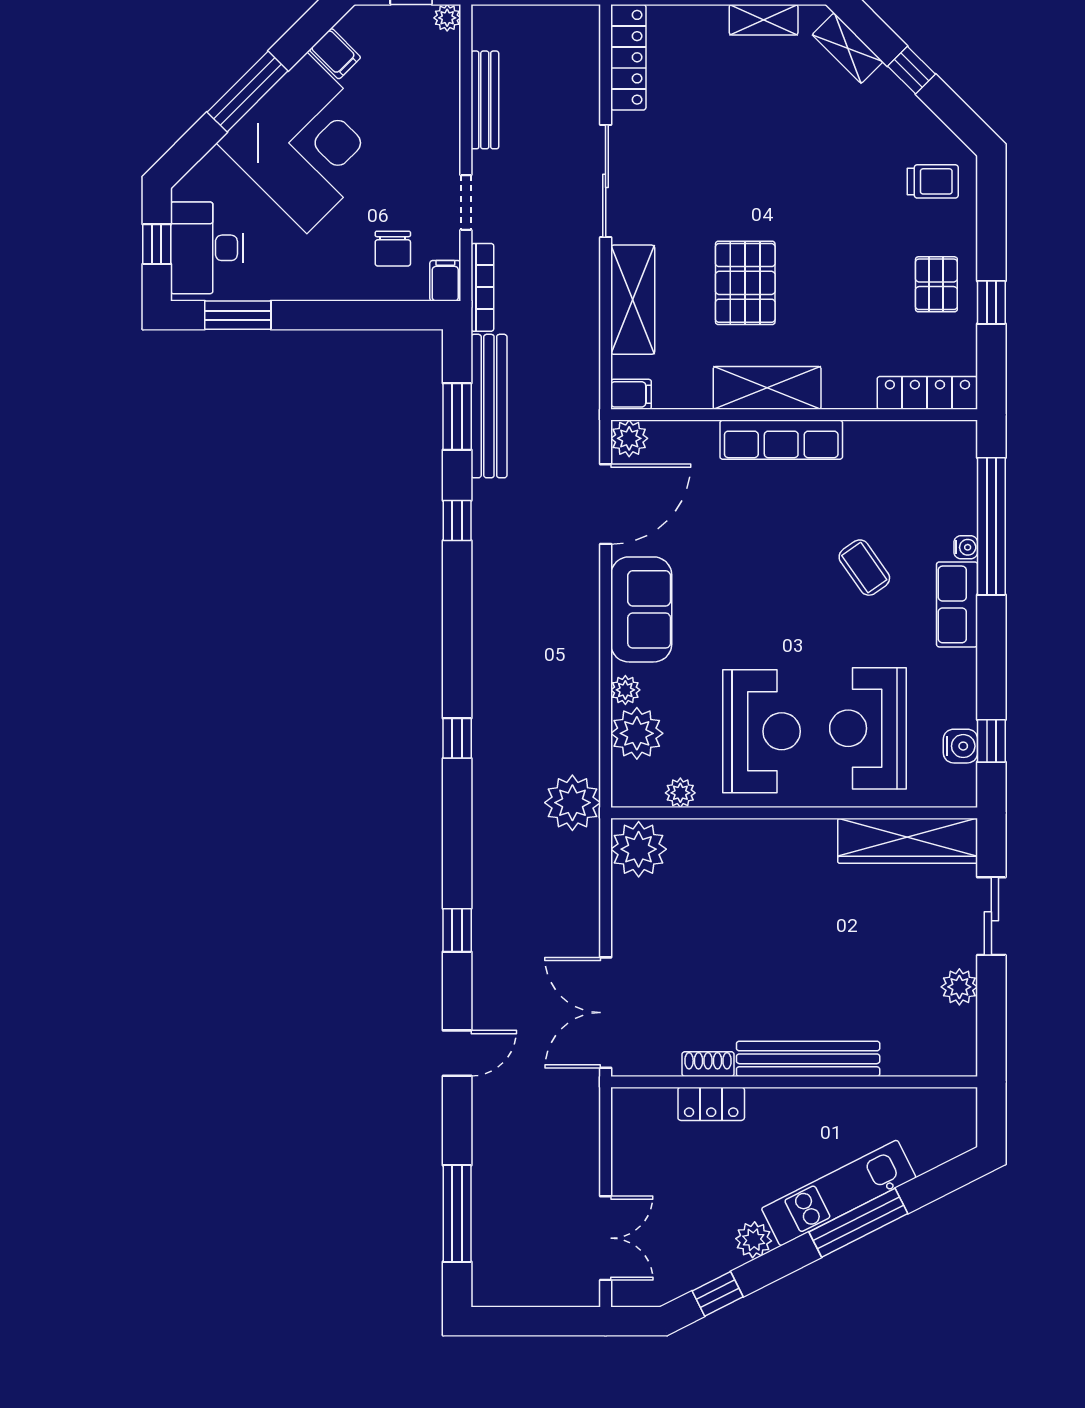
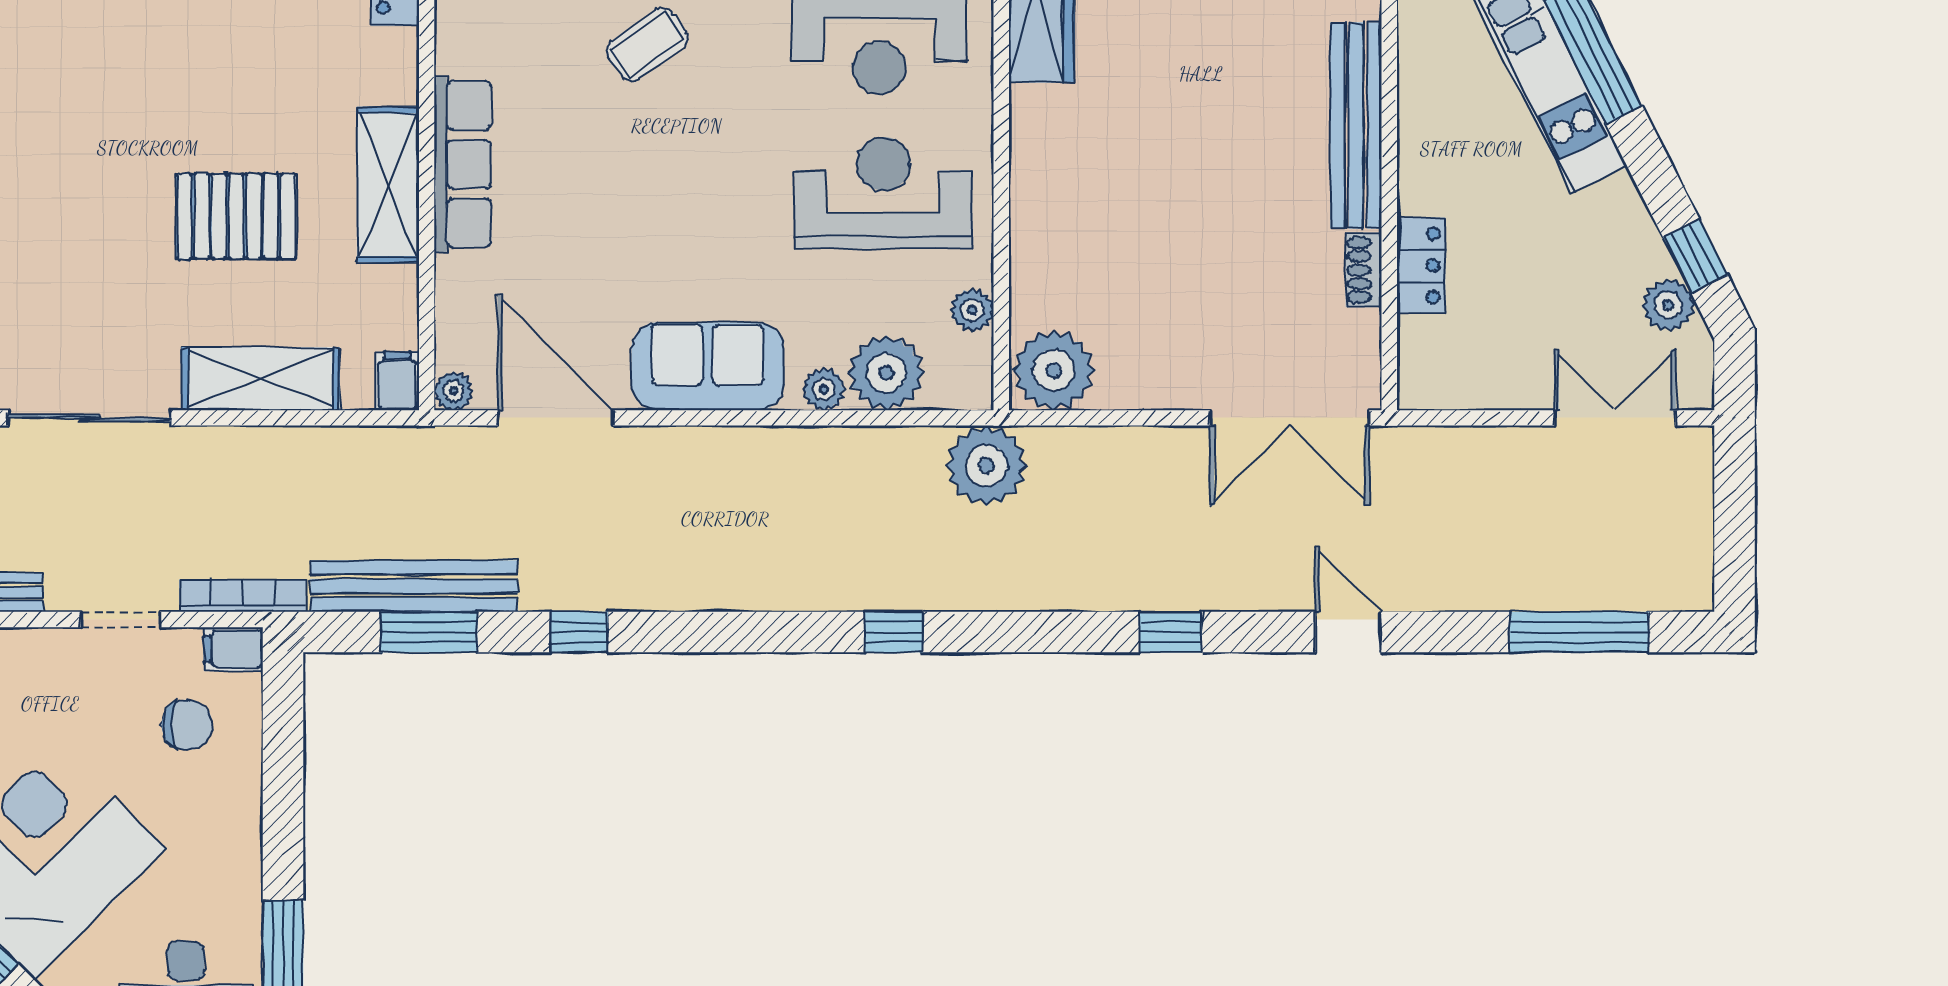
plant: (629, 438) -> (454, 391), width x0.73, depth x0.73
plant: (754, 1240) -> (1668, 305), moved

